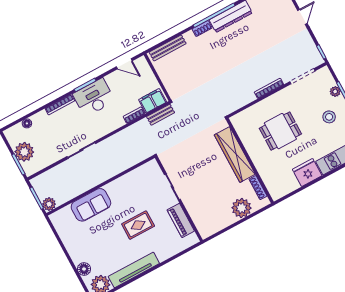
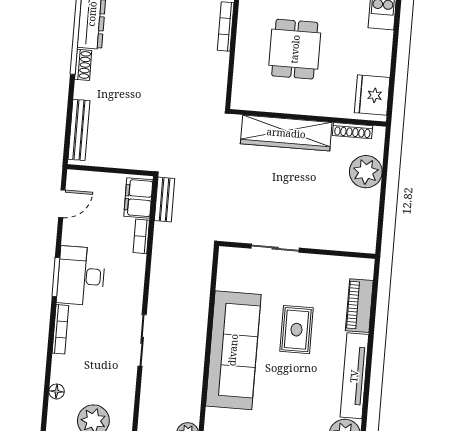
fridge: (307, 173) -> (372, 95), moved
sofa: (91, 205) -> (233, 350), width x1.85, depth x1.27
piano: (181, 220) -> (359, 306), moved, turned 90

